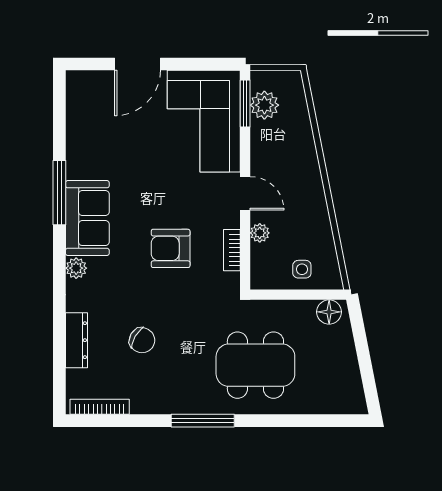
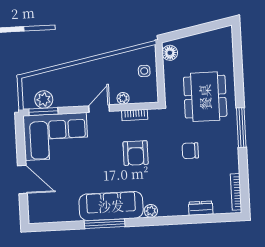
sofa: (87, 218) -> (111, 206), width x1.36
dresser: (76, 340) -> (201, 208), width x0.70
chair: (142, 340) -> (190, 151), moved, turned -120

